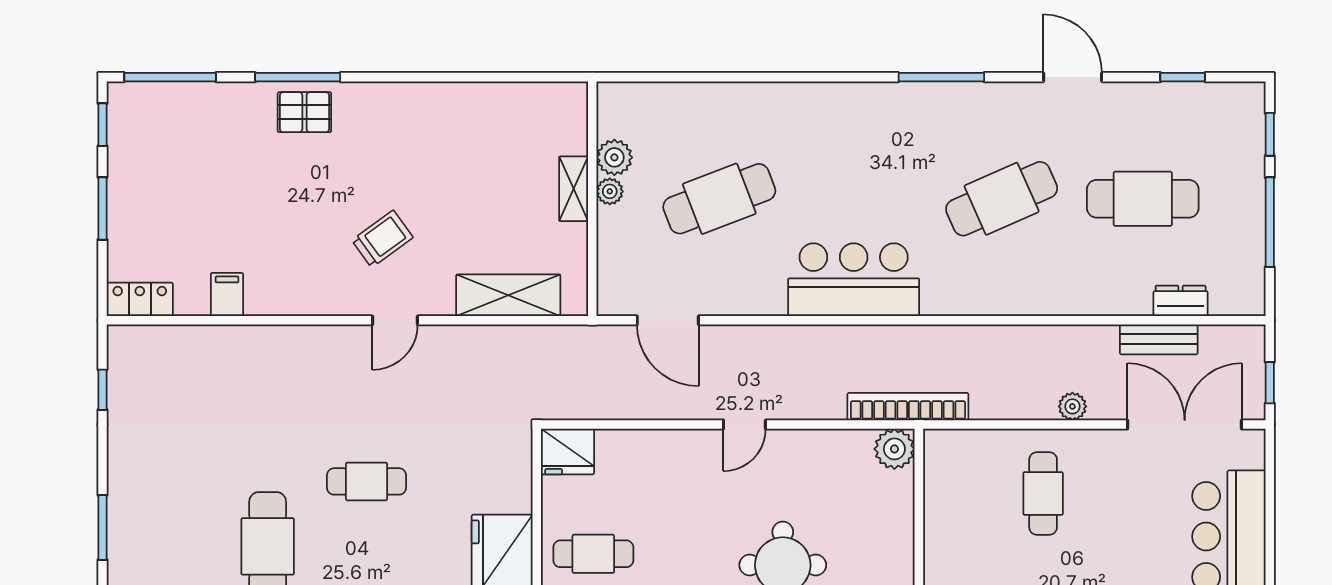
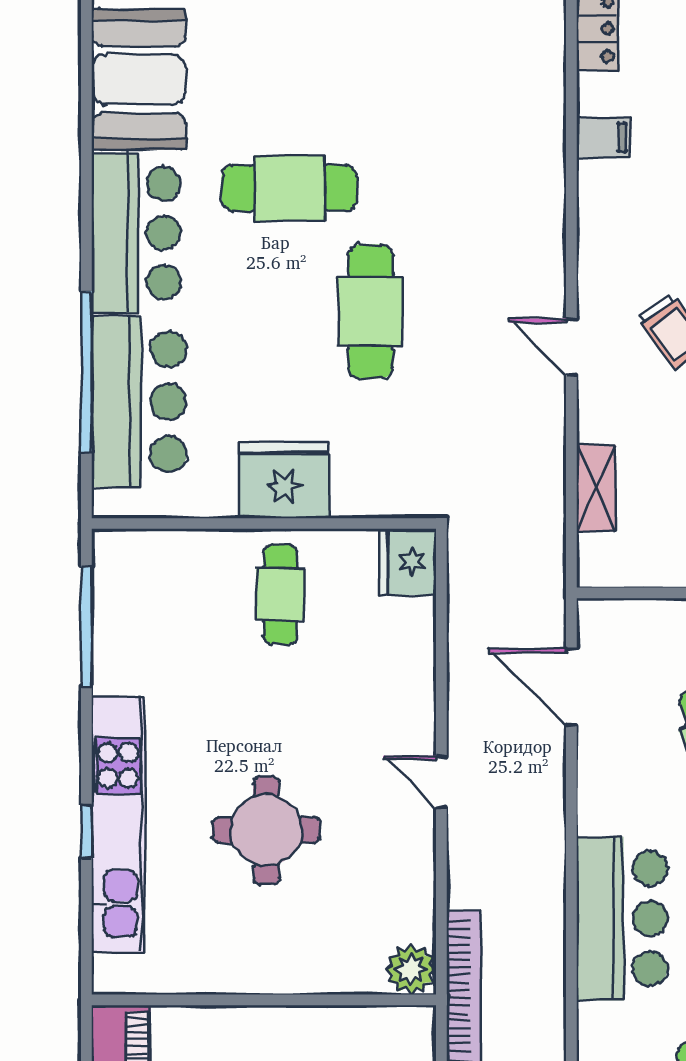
shelving: (508, 295) -> (596, 488), width x0.67, depth x0.75
door: (668, 320) -> (571, 687), hinge flipped
cafe table: (367, 481) -> (370, 311), width x1.37, depth x1.35

